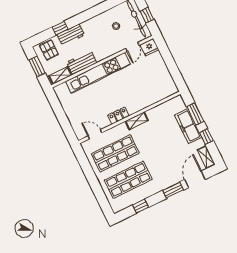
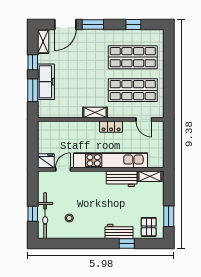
door: (132, 47) -> (63, 169), moved
fridge: (149, 47) -> (46, 161), moved
workbench: (82, 62) -> (122, 179), moved
wall: (102, 62) -> (101, 169), moved
kitchen unit: (98, 73) -> (111, 160), moved
shelving: (60, 76) -> (150, 176), moved

